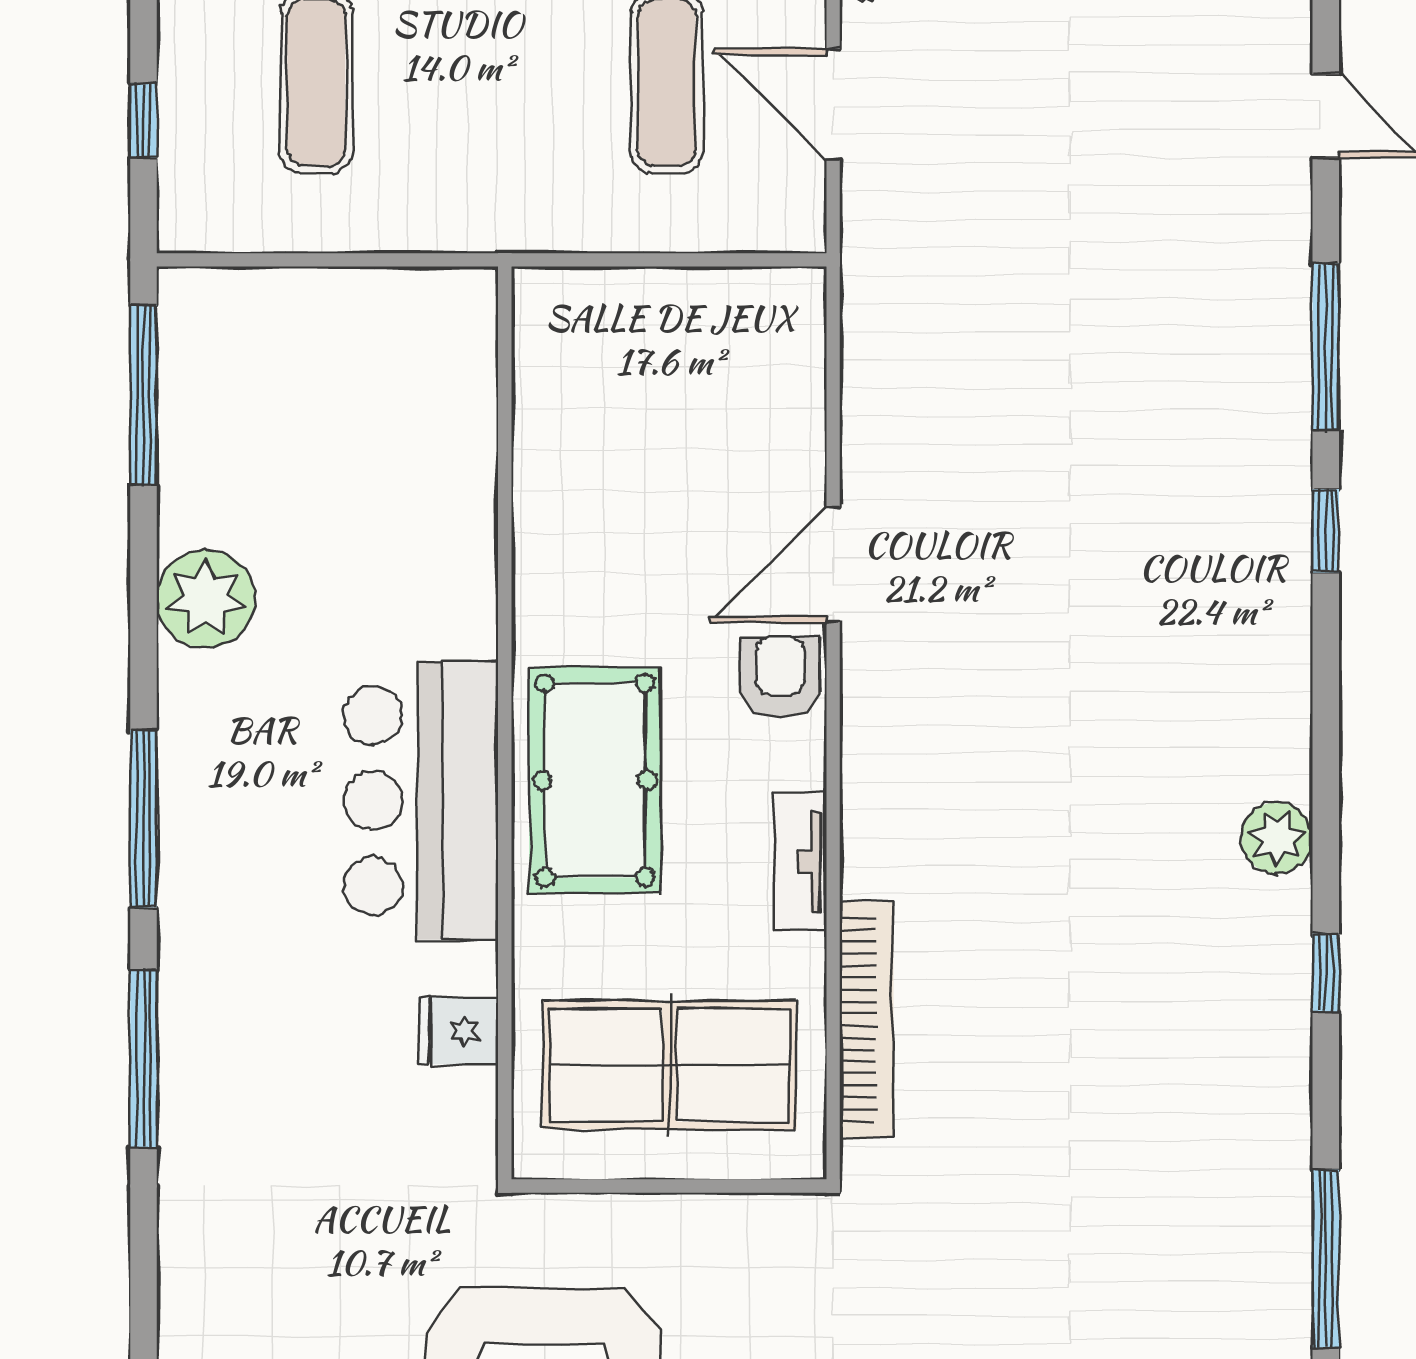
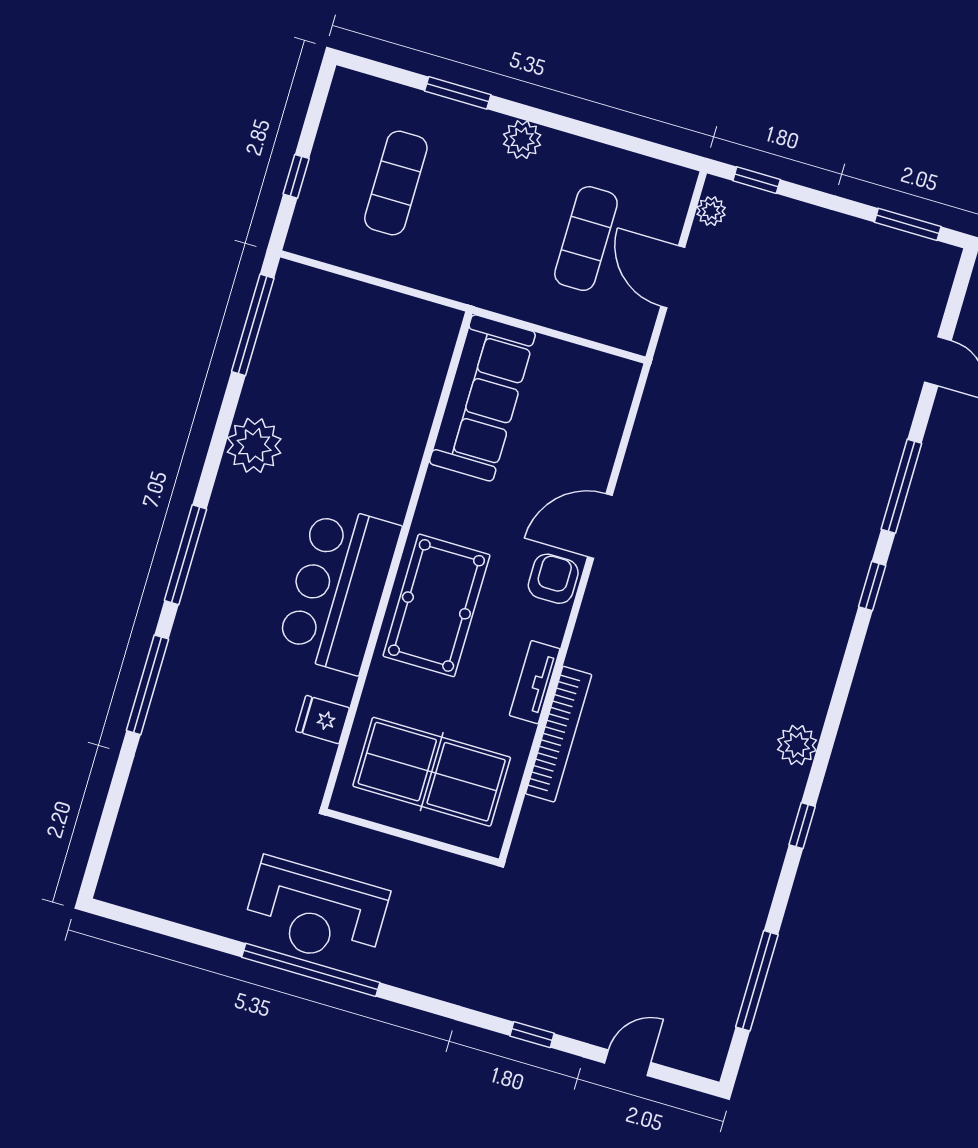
sofa: (570, 405) -> (482, 398), added
bookcase: (866, 1019) -> (559, 734), moved

